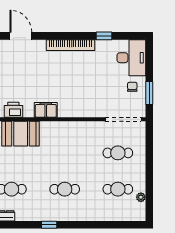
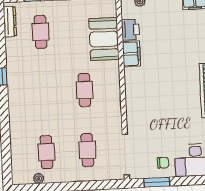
filing cabinet: (46, 110) -> (131, 54), moved
cafe table: (65, 189) -> (84, 90), moved

